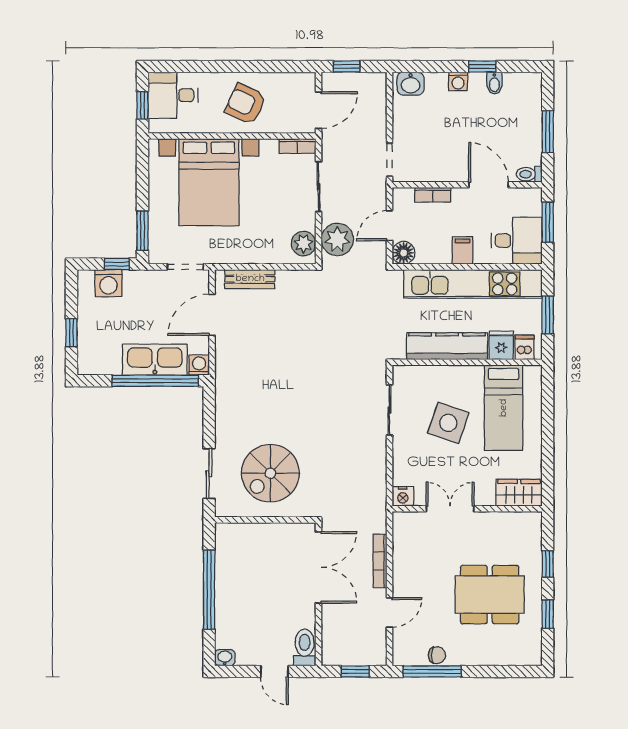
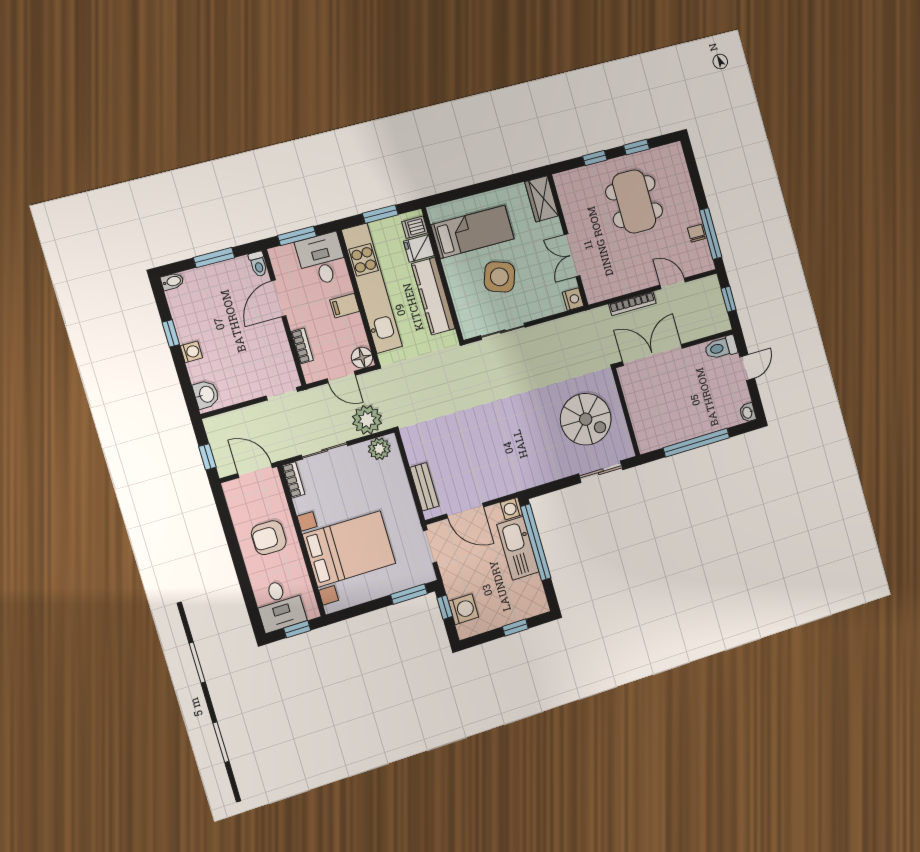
bidet: (494, 83) -> (172, 281), moved
armchair: (246, 104) -> (269, 538), turned 65

